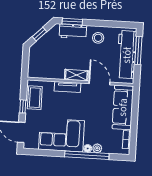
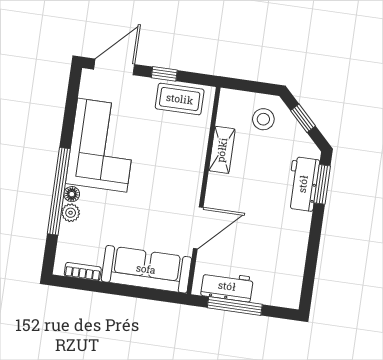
stool: (98, 38) -> (263, 119), moved
window: (138, 50) -> (235, 306), moved
workbench: (127, 55) -> (227, 286), width x0.53, depth x0.76
shelving: (76, 75) -> (222, 150), moved
tv unit: (67, 87) -> (195, 165), removed

